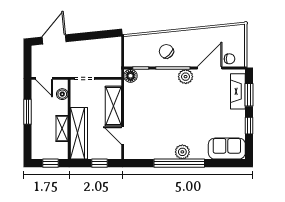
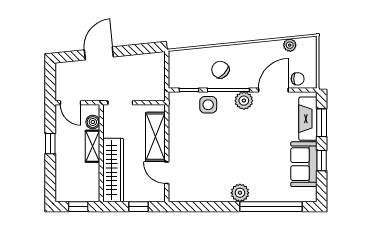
plant: (223, 31) -> (290, 45), added
door: (54, 39) -> (99, 53), moved
floor lamp: (131, 76) -> (176, 100), removed
side table: (156, 80) -> (208, 105), added
window: (27, 112) -> (50, 144), width x0.67
shelving: (62, 129) -> (92, 146), moved
sofa: (227, 149) -> (304, 164), moved, turned -90
window: (179, 163) -> (271, 207), moved

